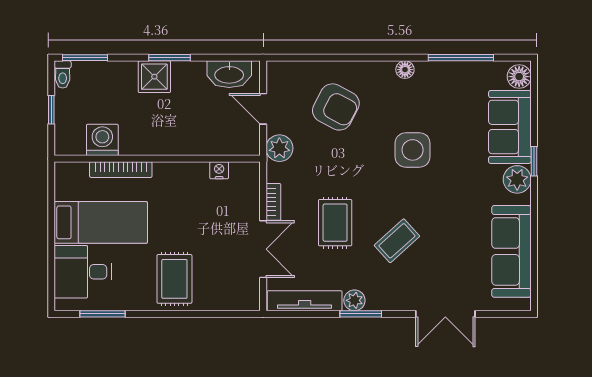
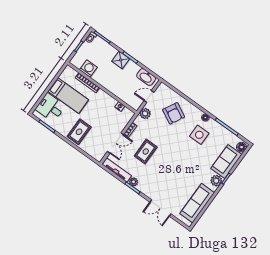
door: (263, 109) -> (149, 97), hinge flipped
side table: (413, 150) -> (199, 135), moved
coffee table: (397, 241) -> (162, 172), removed

